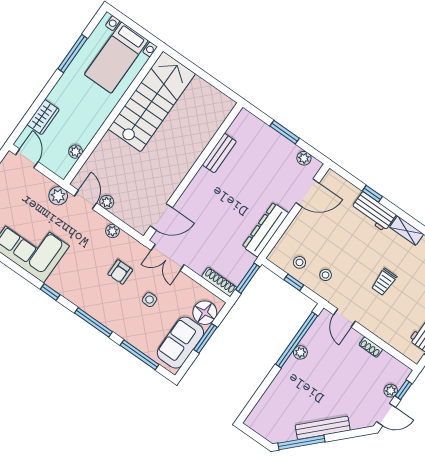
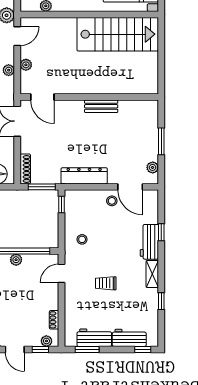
bench: (219, 153) -> (101, 106), moved
plant: (107, 202) -> (26, 65), moved
stool: (299, 262) -> (112, 201), moved
window: (294, 282) -> (61, 205), moved
shoe rack: (371, 347) -> (54, 320), moved
plant: (391, 391) -> (46, 341), moved

